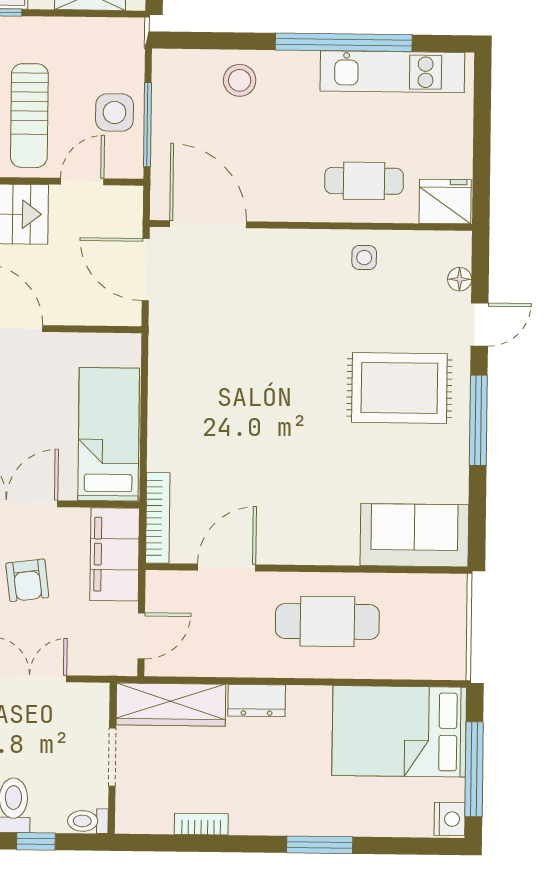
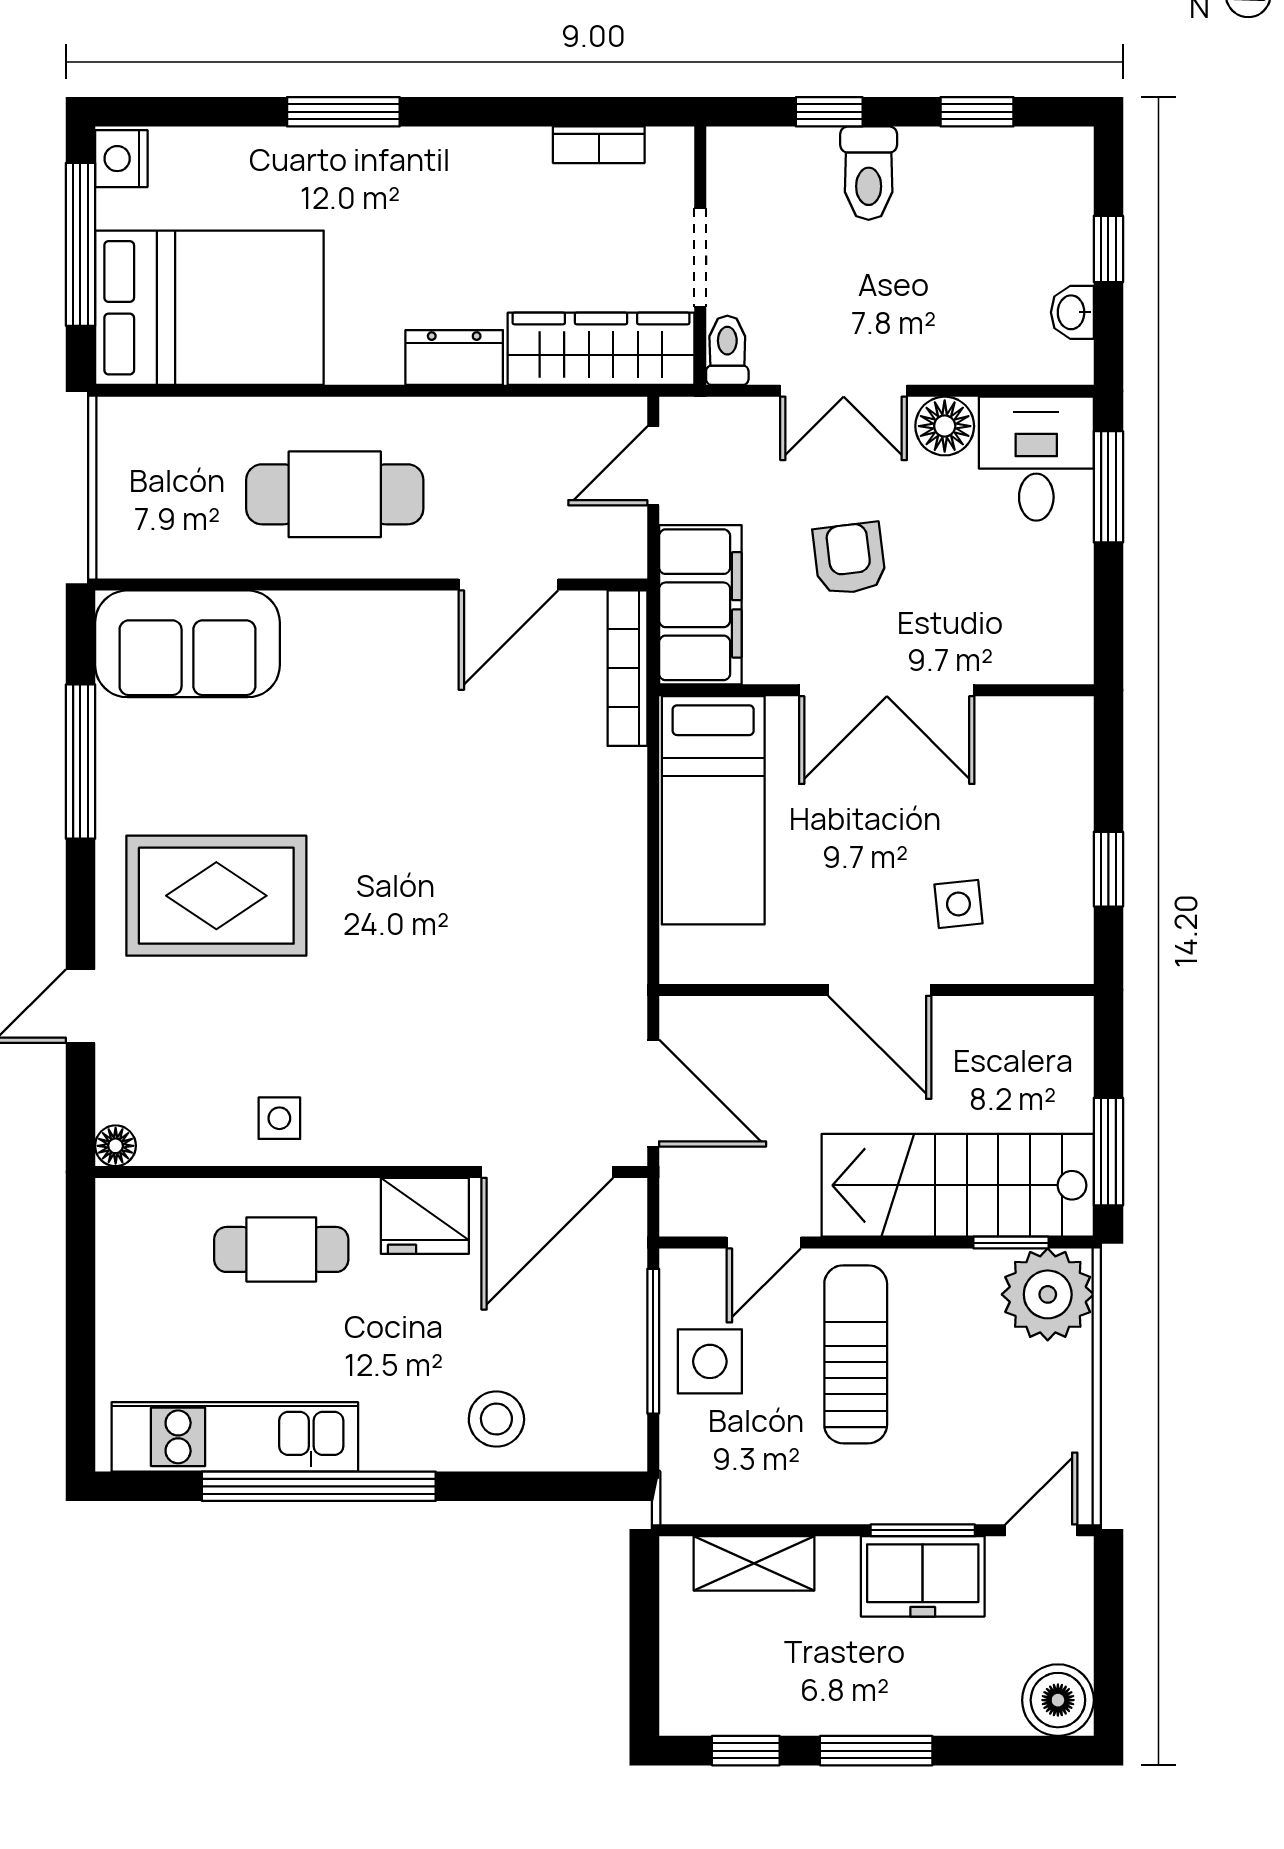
fridge: (445, 202) -> (425, 1216), moved
door: (208, 224) -> (547, 1172), hinge flipped
floor lamp: (460, 279) -> (116, 1146), moved
window: (478, 420) -> (80, 762), moved
toilet: (88, 821) -> (727, 350), moved, turned -90
bookcase: (201, 824) -> (599, 145), moved

